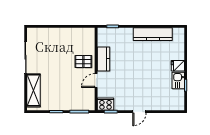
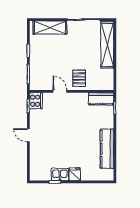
shelving: (51, 34) -> (107, 45), added
kitchen counter: (104, 59) -> (101, 99), moved

